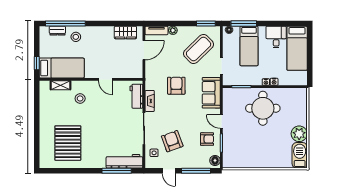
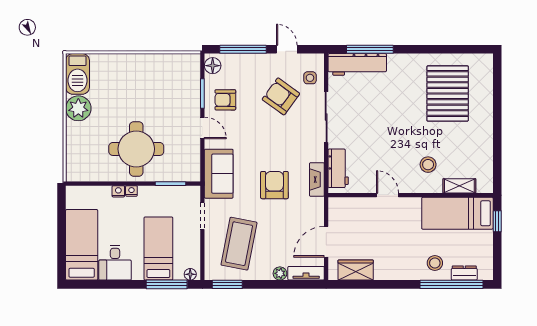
coffee table: (199, 49) -> (239, 244), turned -35
armchair: (176, 86) -> (274, 185), turned 180
fireplace: (150, 101) -> (317, 179), moved
armchair: (172, 141) -> (281, 96), turned 146

